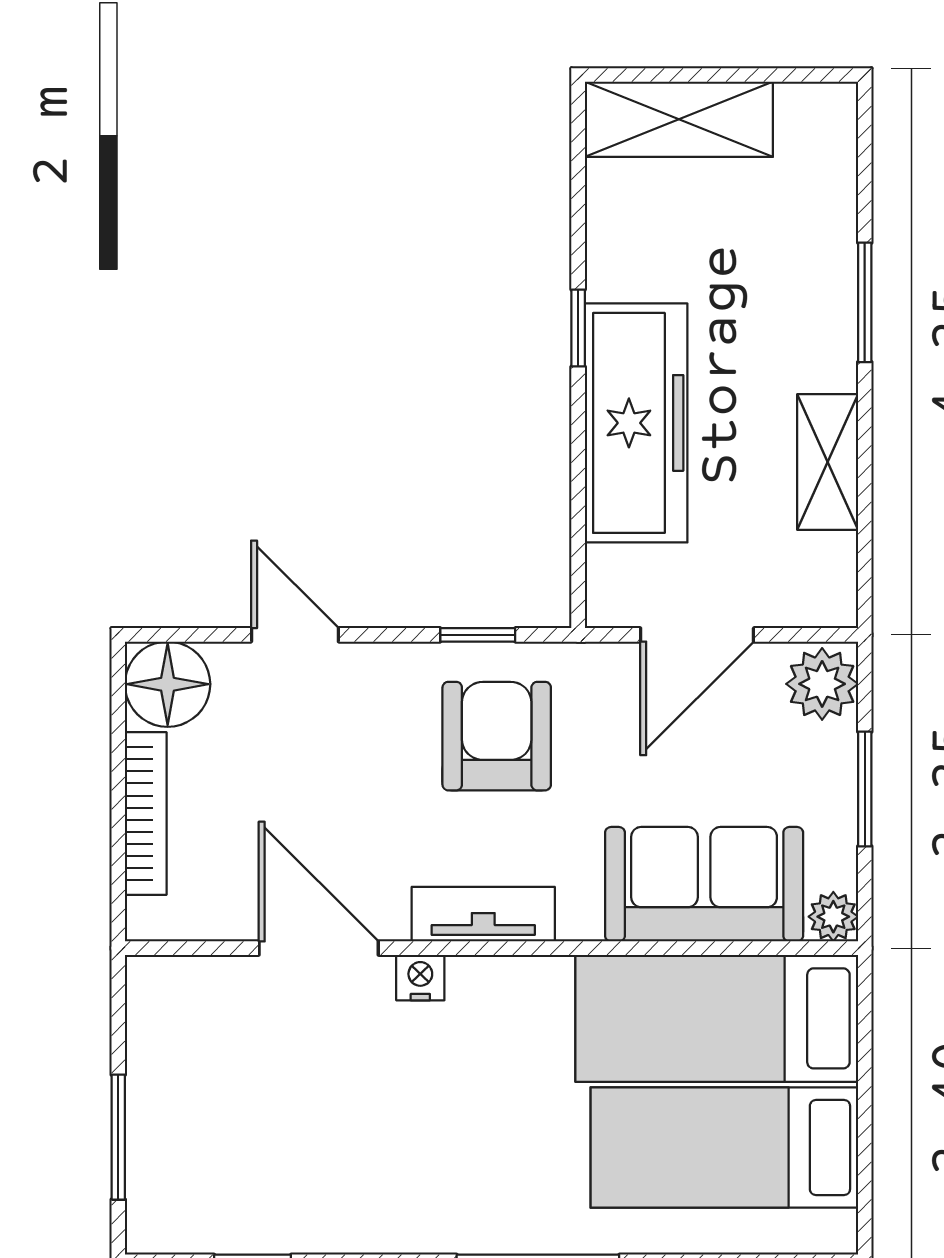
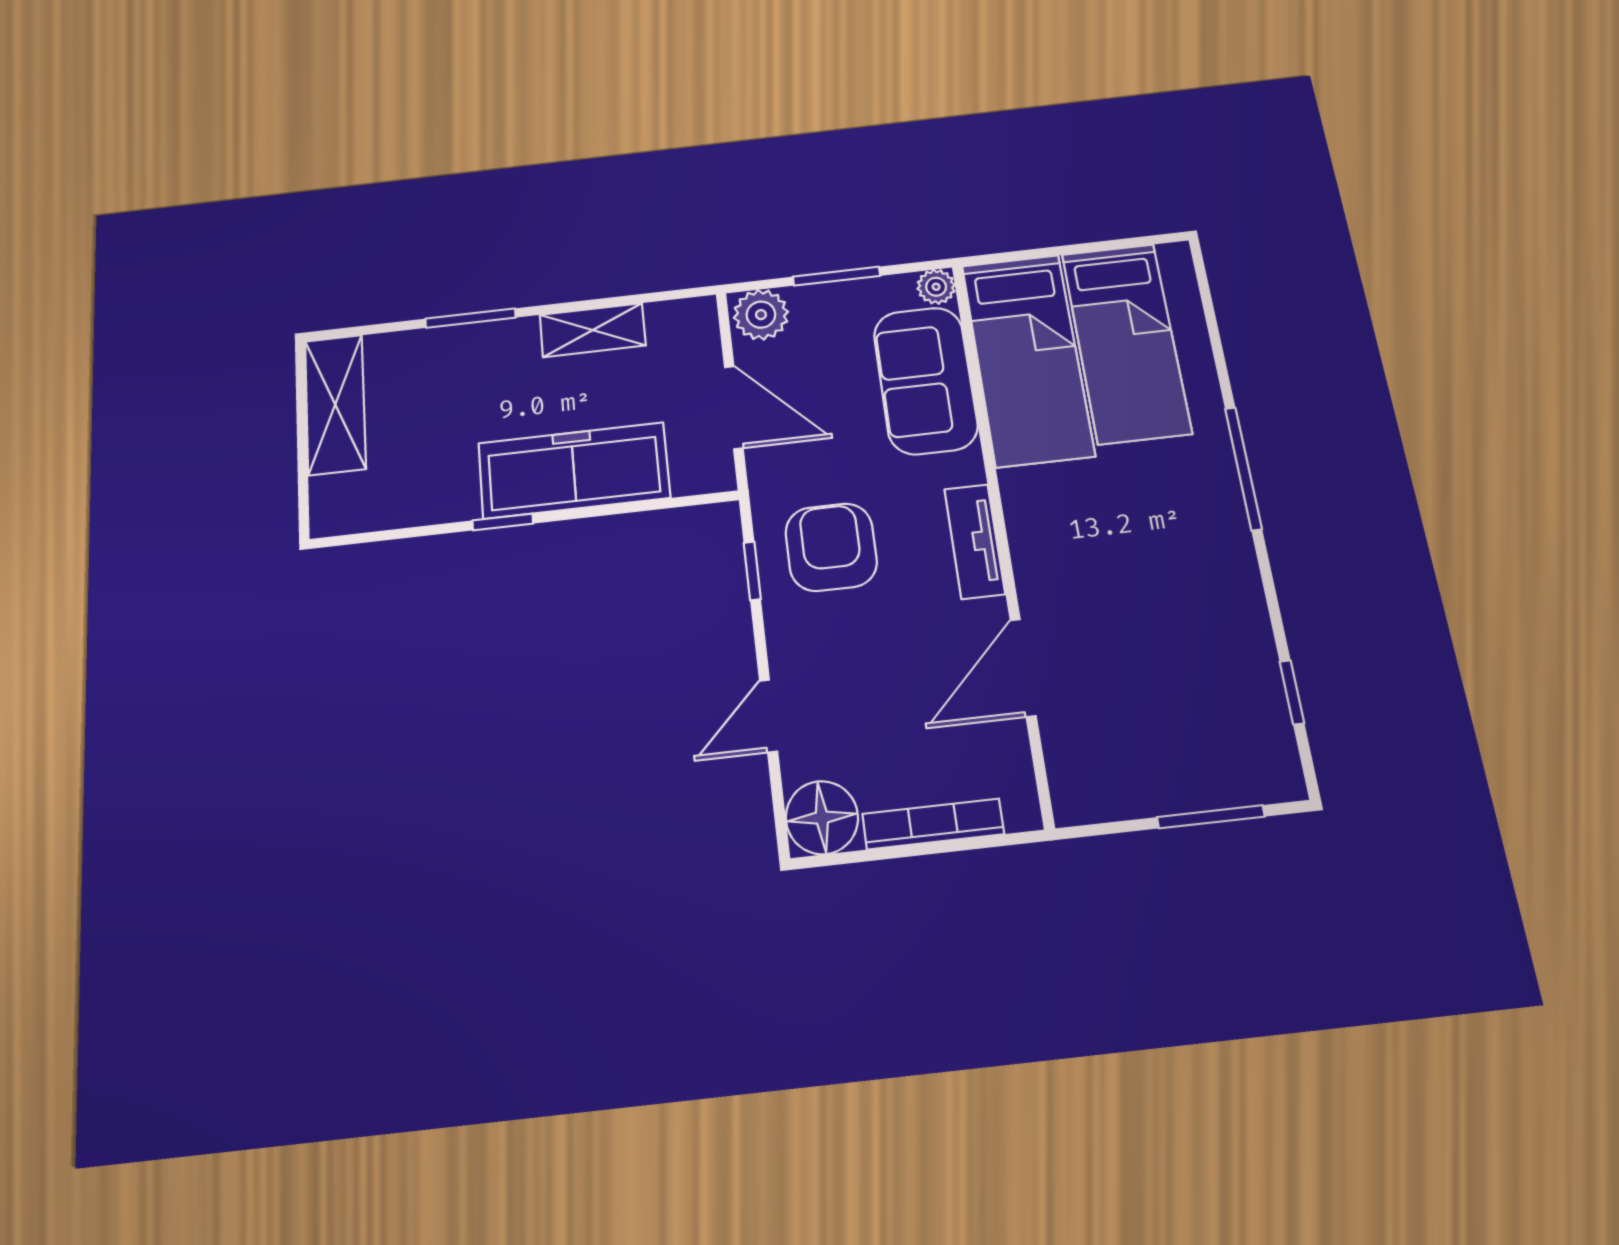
shelving: (679, 119) -> (335, 404), moved
armchair: (497, 736) -> (831, 547), turned 90
nightstand: (420, 978) -> (1034, 584), removed

